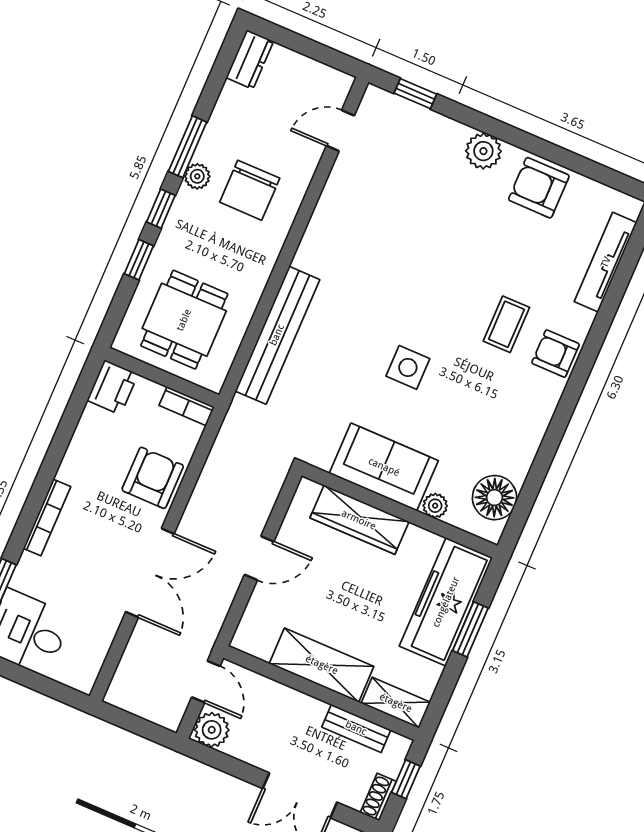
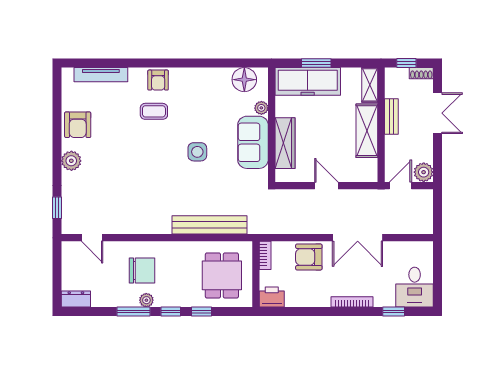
dining table: (184, 320) -> (222, 275), turned 90
double door: (150, 573) -> (358, 238), swing flipped
bench: (356, 728) -> (391, 116), moved

